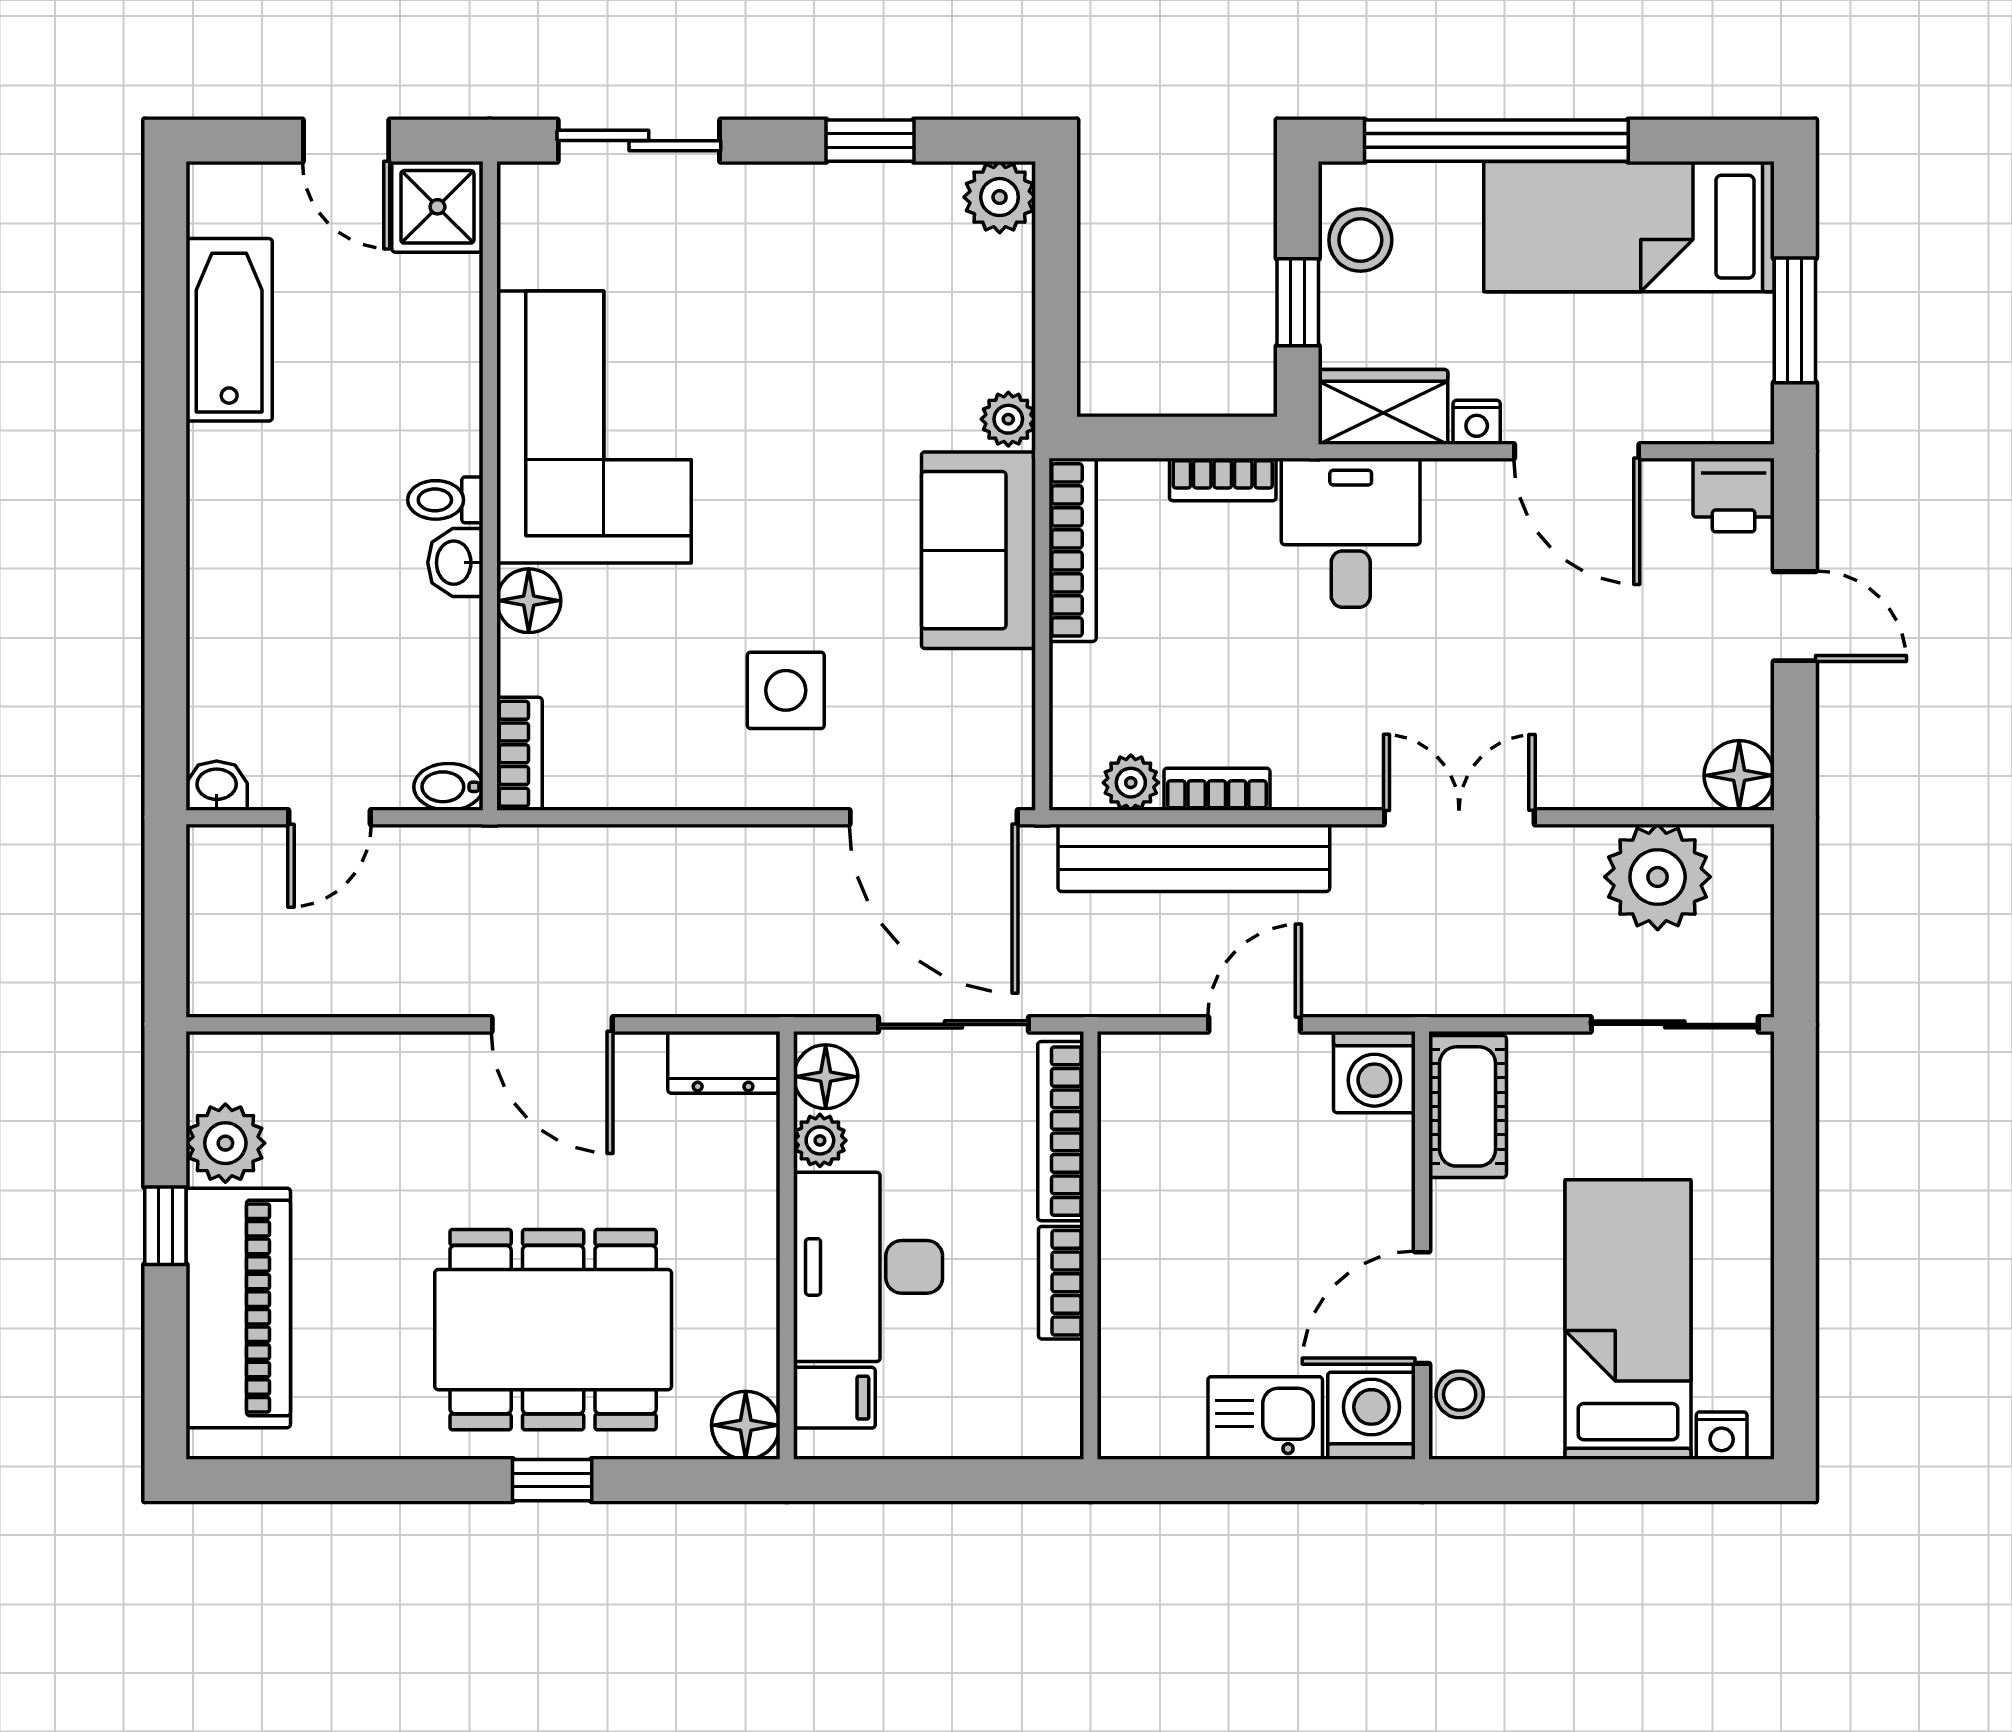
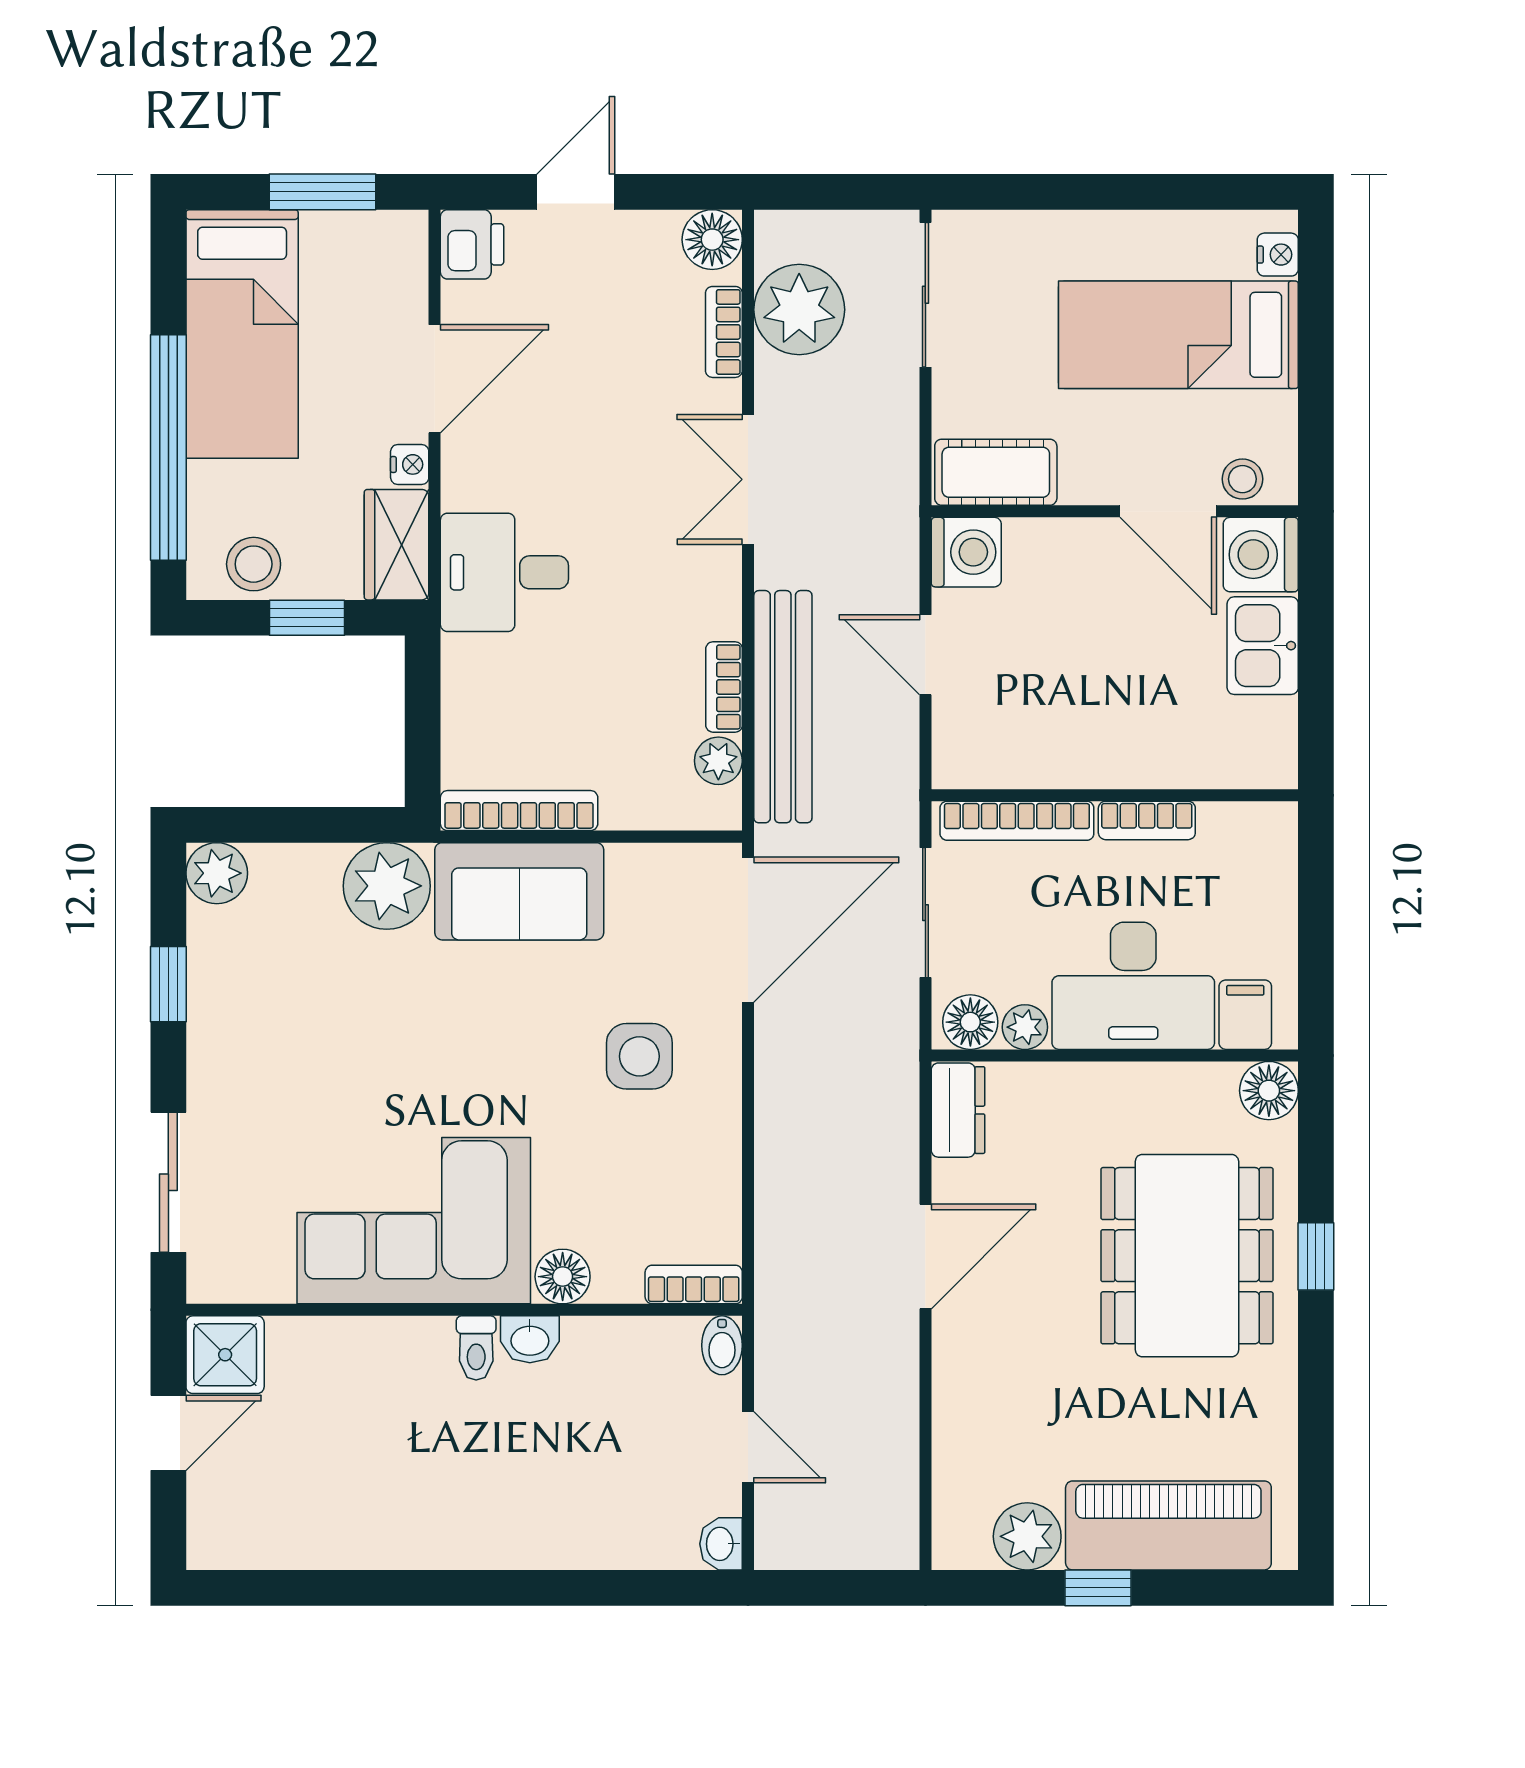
bathtub: (229, 330) -> (330, 1533), removed
plant: (1008, 419) -> (387, 886), width x1.88, depth x1.88
bookcase: (1223, 479) -> (724, 332), moved, turned 180

